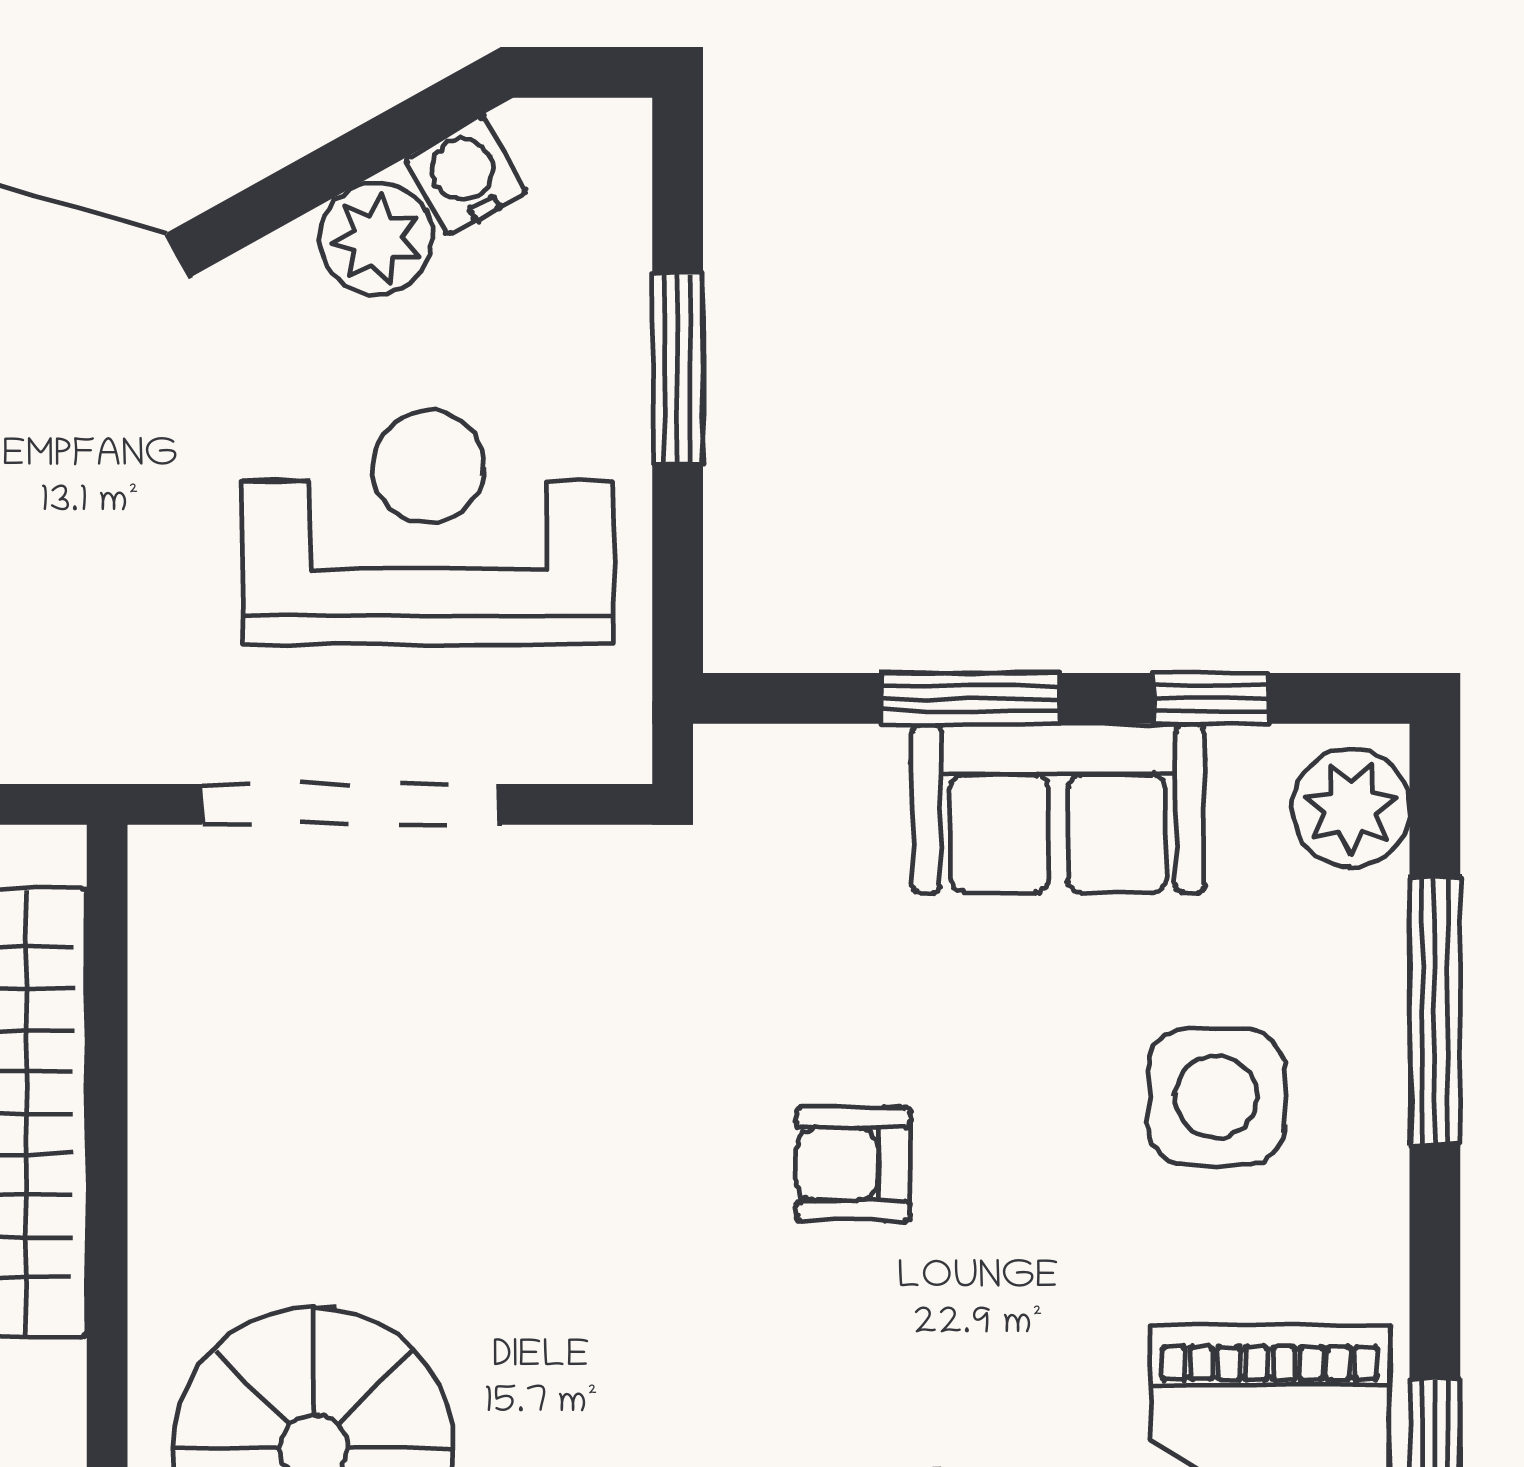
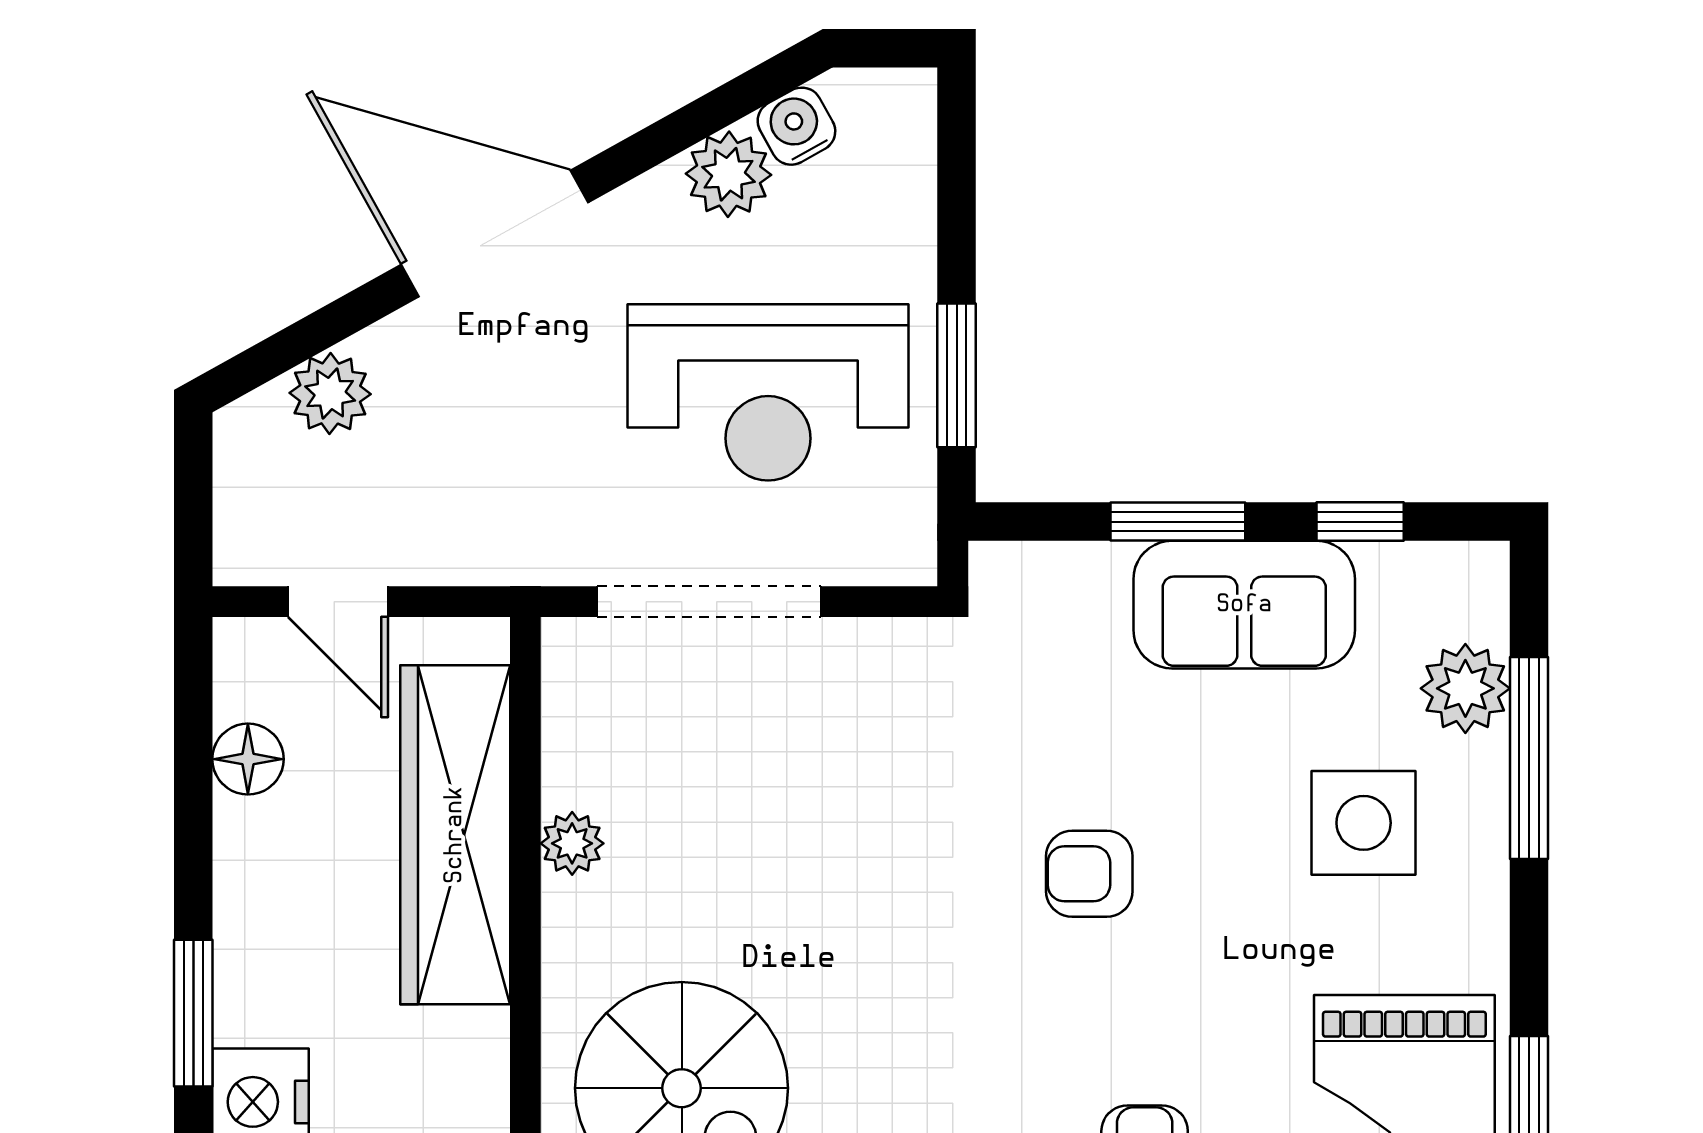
window: (678, 368) -> (957, 375), moved
reception desk: (428, 528) -> (768, 392), turned 180
plant: (1351, 808) -> (1465, 688), moved
plant: (169, 1124) -> (572, 843), added

